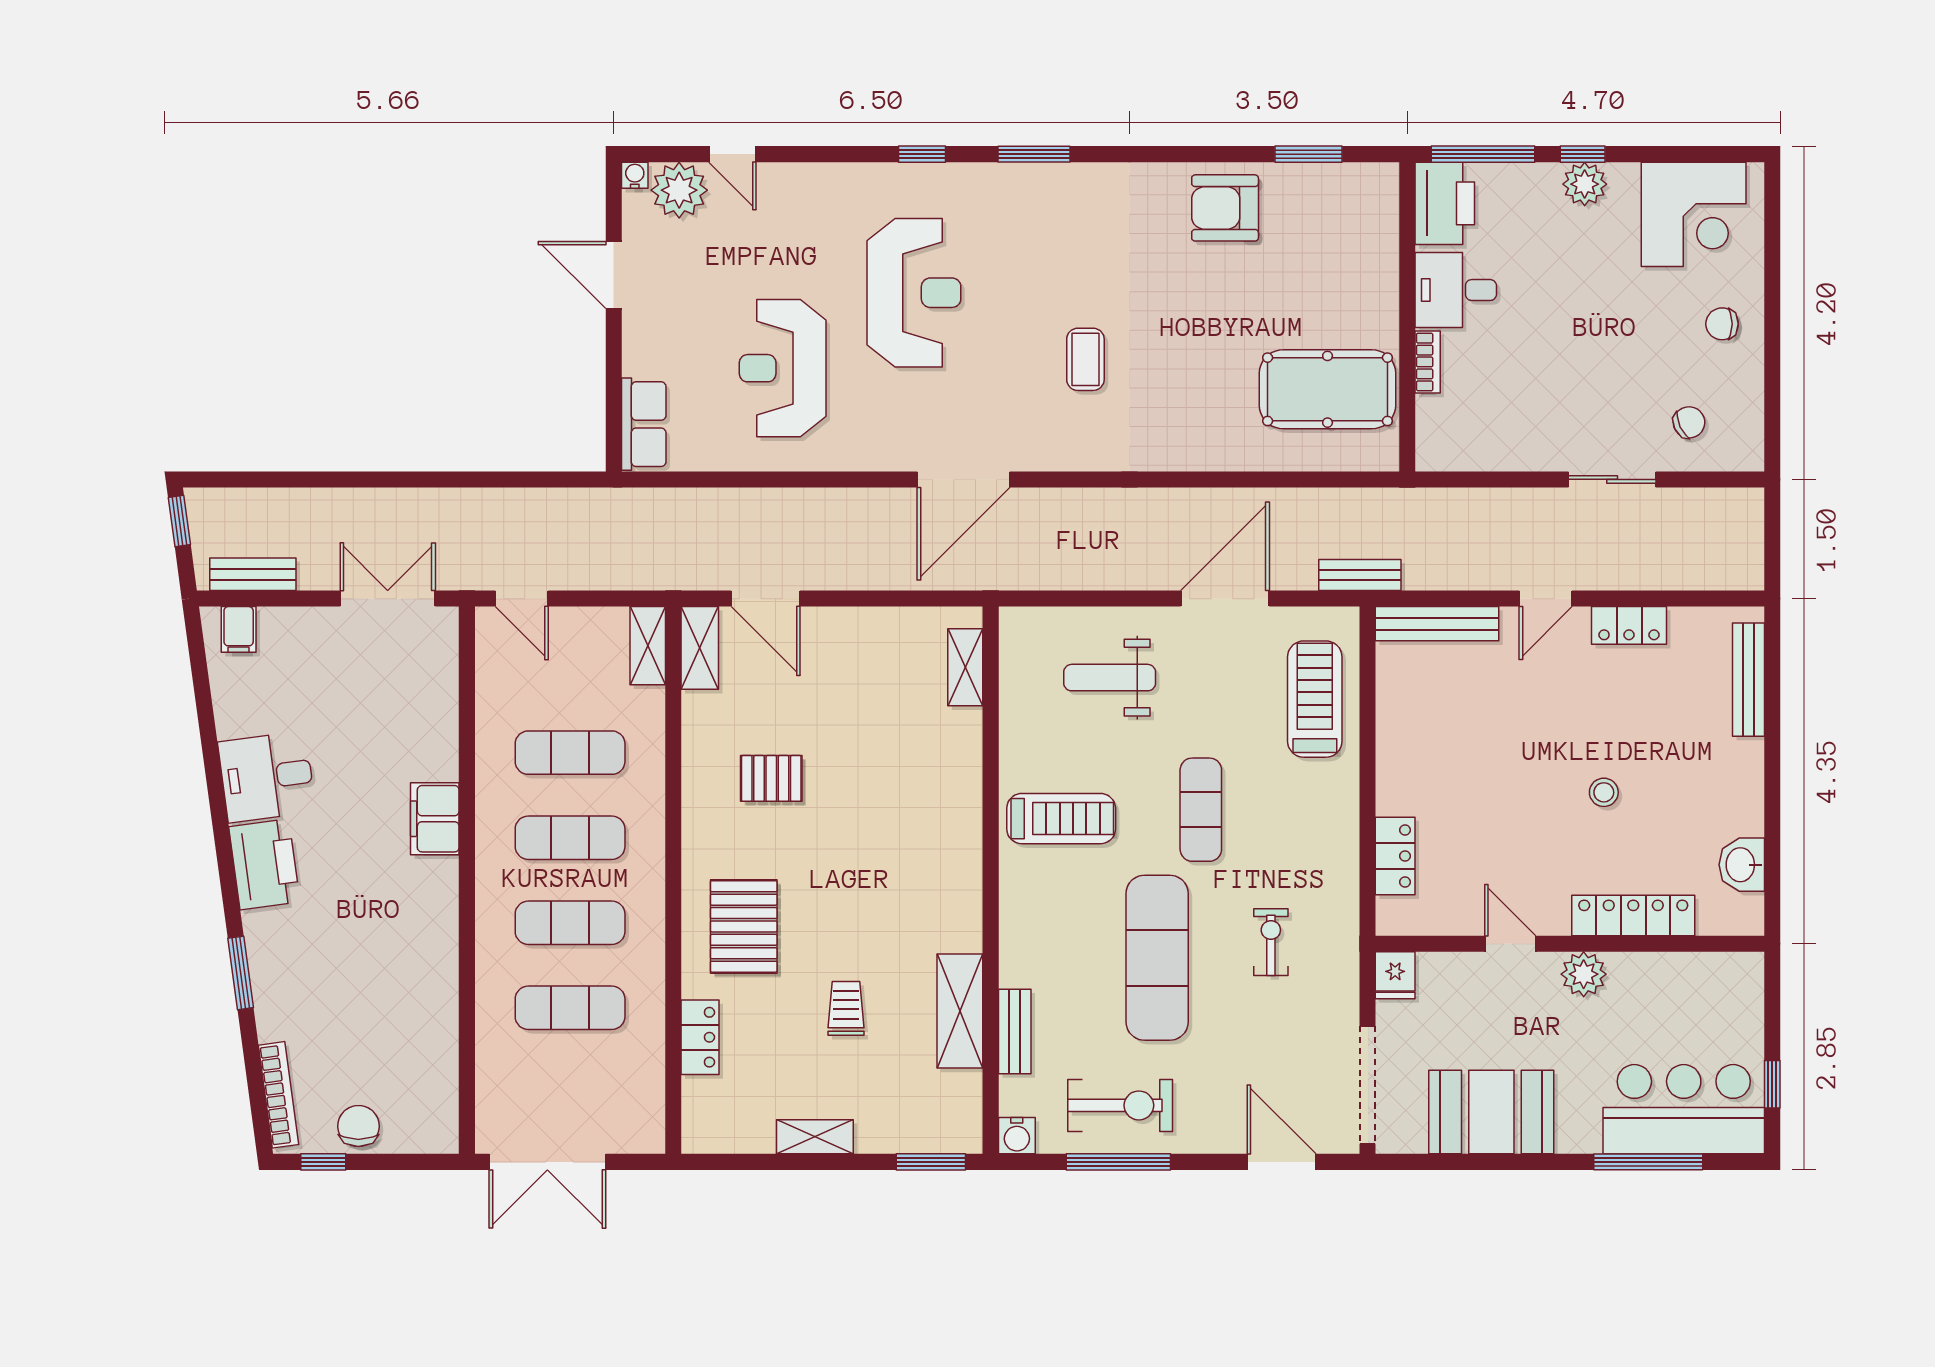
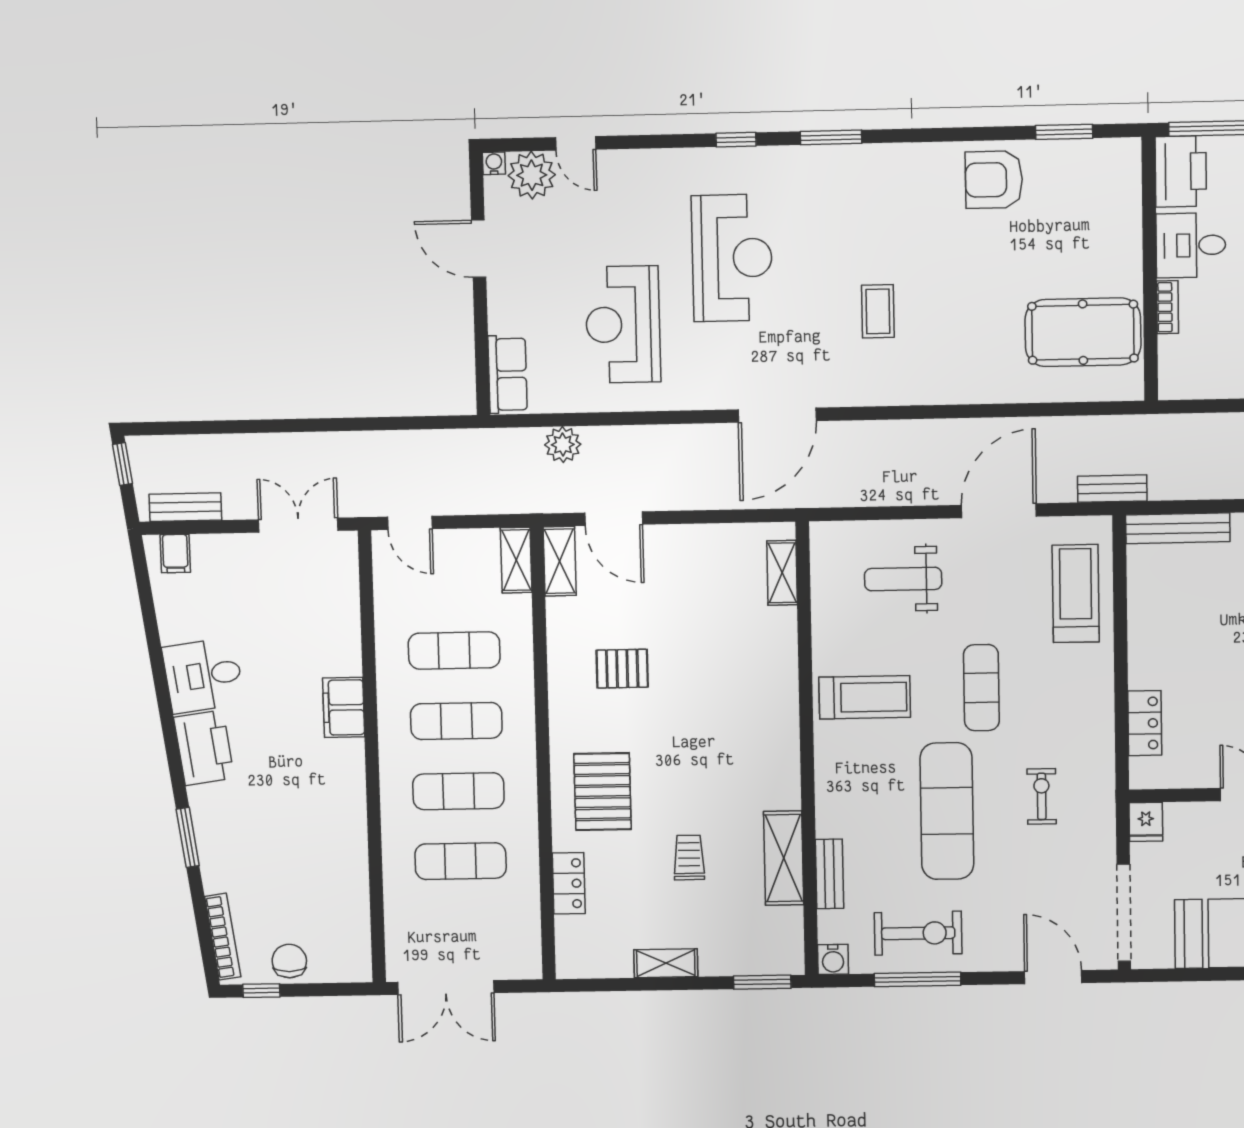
plant: (707, 509) -> (563, 445), added

